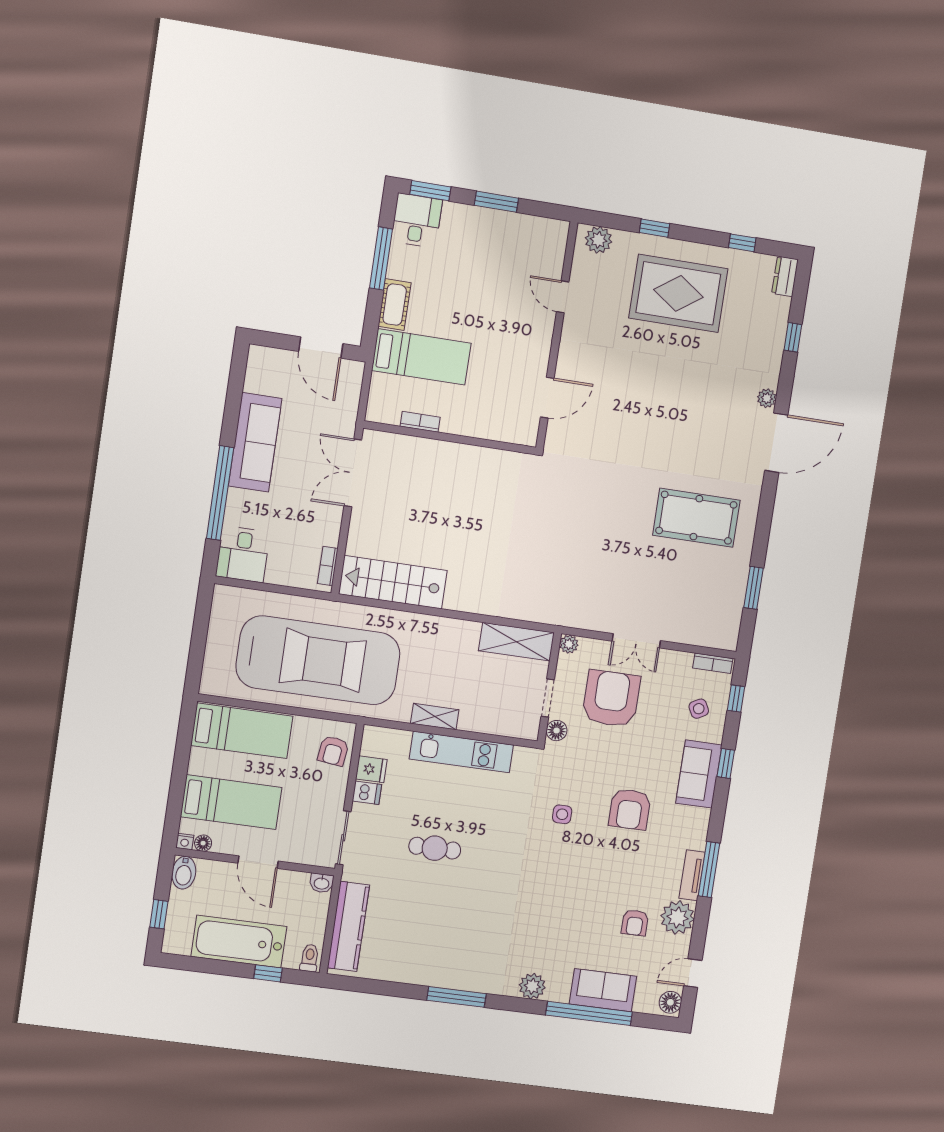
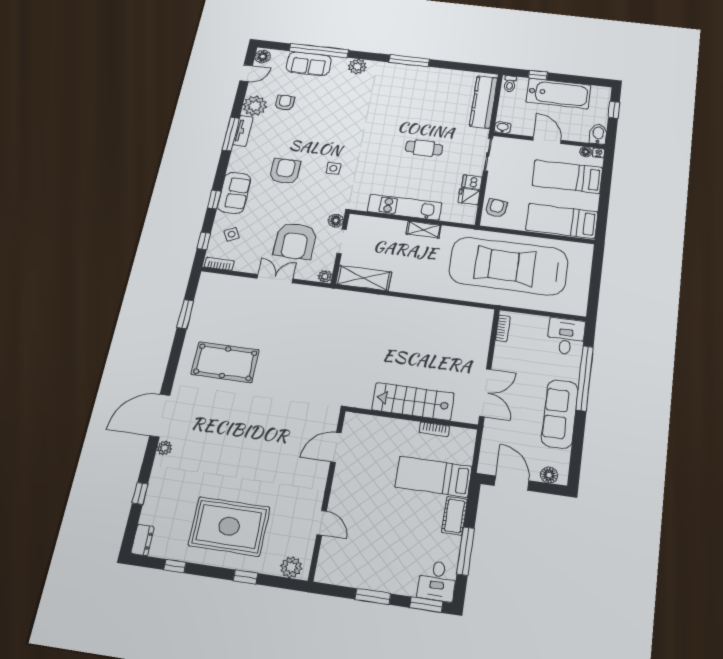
floor lamp: (272, 358) -> (549, 475), added
stairs: (393, 582) -> (413, 401), moved, turned 180

